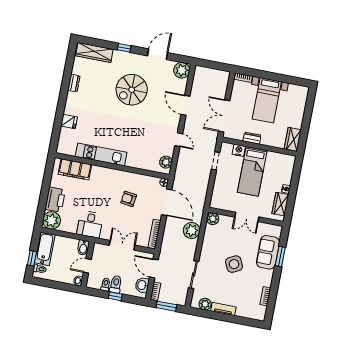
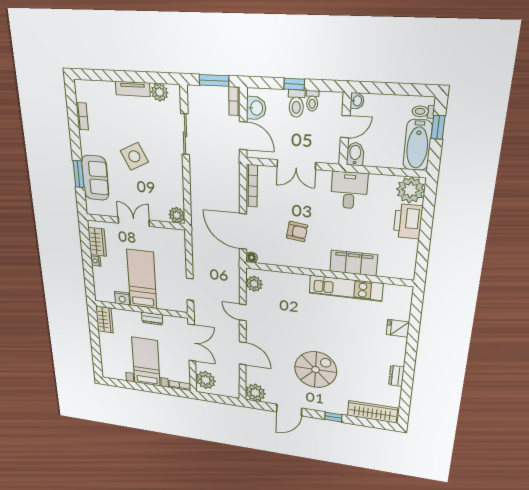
nightstand: (239, 150) -> (122, 298), moved
filing cabinet: (75, 169) -> (354, 263), moved
plant: (192, 230) -> (206, 380), moved

